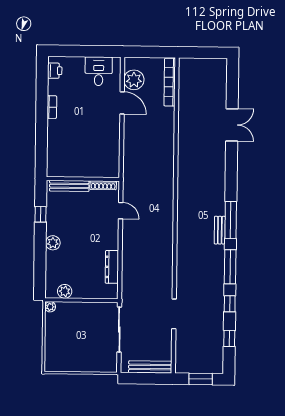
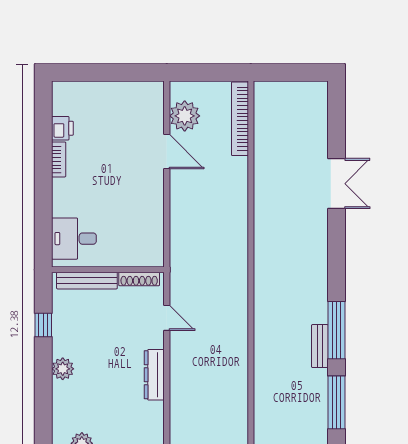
printer: (55, 71) -> (62, 128), moved
desk: (99, 71) -> (74, 239), moved, turned -90
dresser: (112, 267) -> (154, 375), moved

